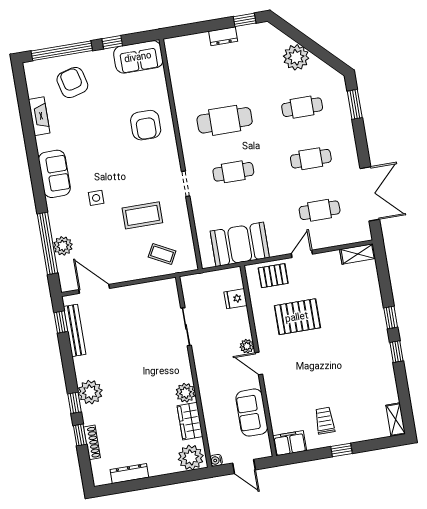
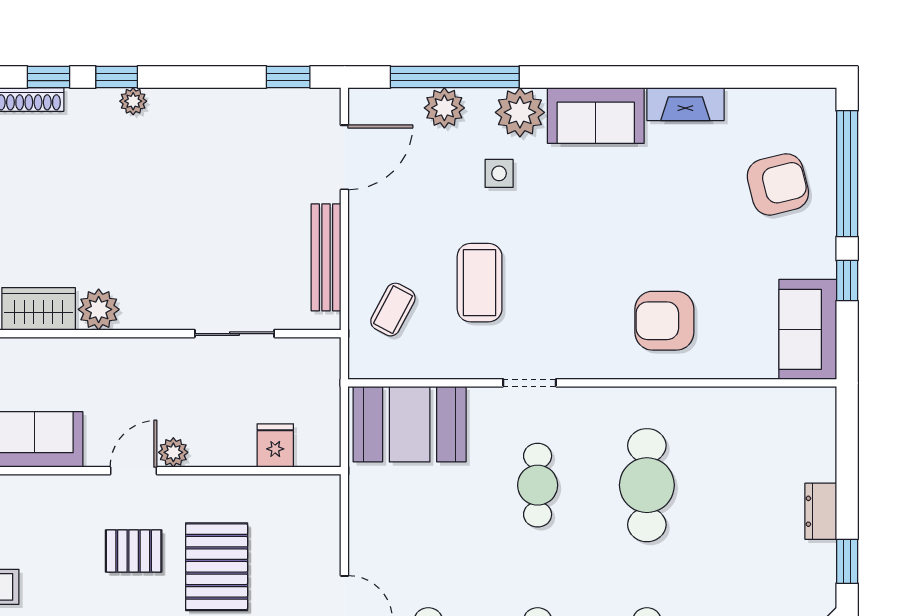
fireplace: (39, 116) -> (685, 104), moved
side table: (96, 198) -> (499, 173), moved
plant: (59, 210) -> (520, 112), added
booth: (240, 244) -> (410, 424), moved, turned 90
pallet: (273, 276) -> (134, 551), moved, turned 90
bench: (75, 330) -> (326, 257), moved, turned 90
plant: (90, 392) -> (133, 101), width x0.53, depth x0.53

